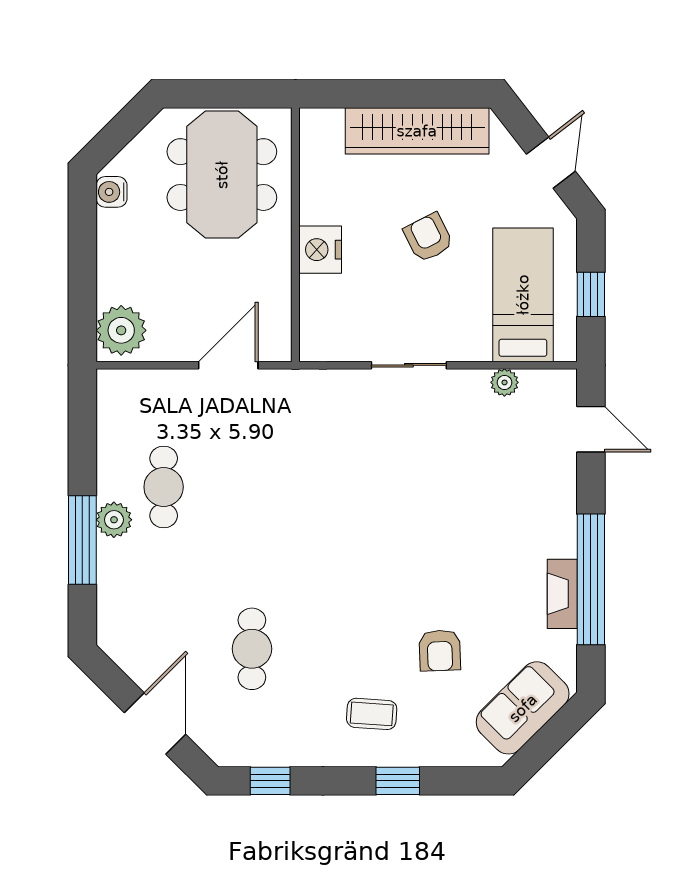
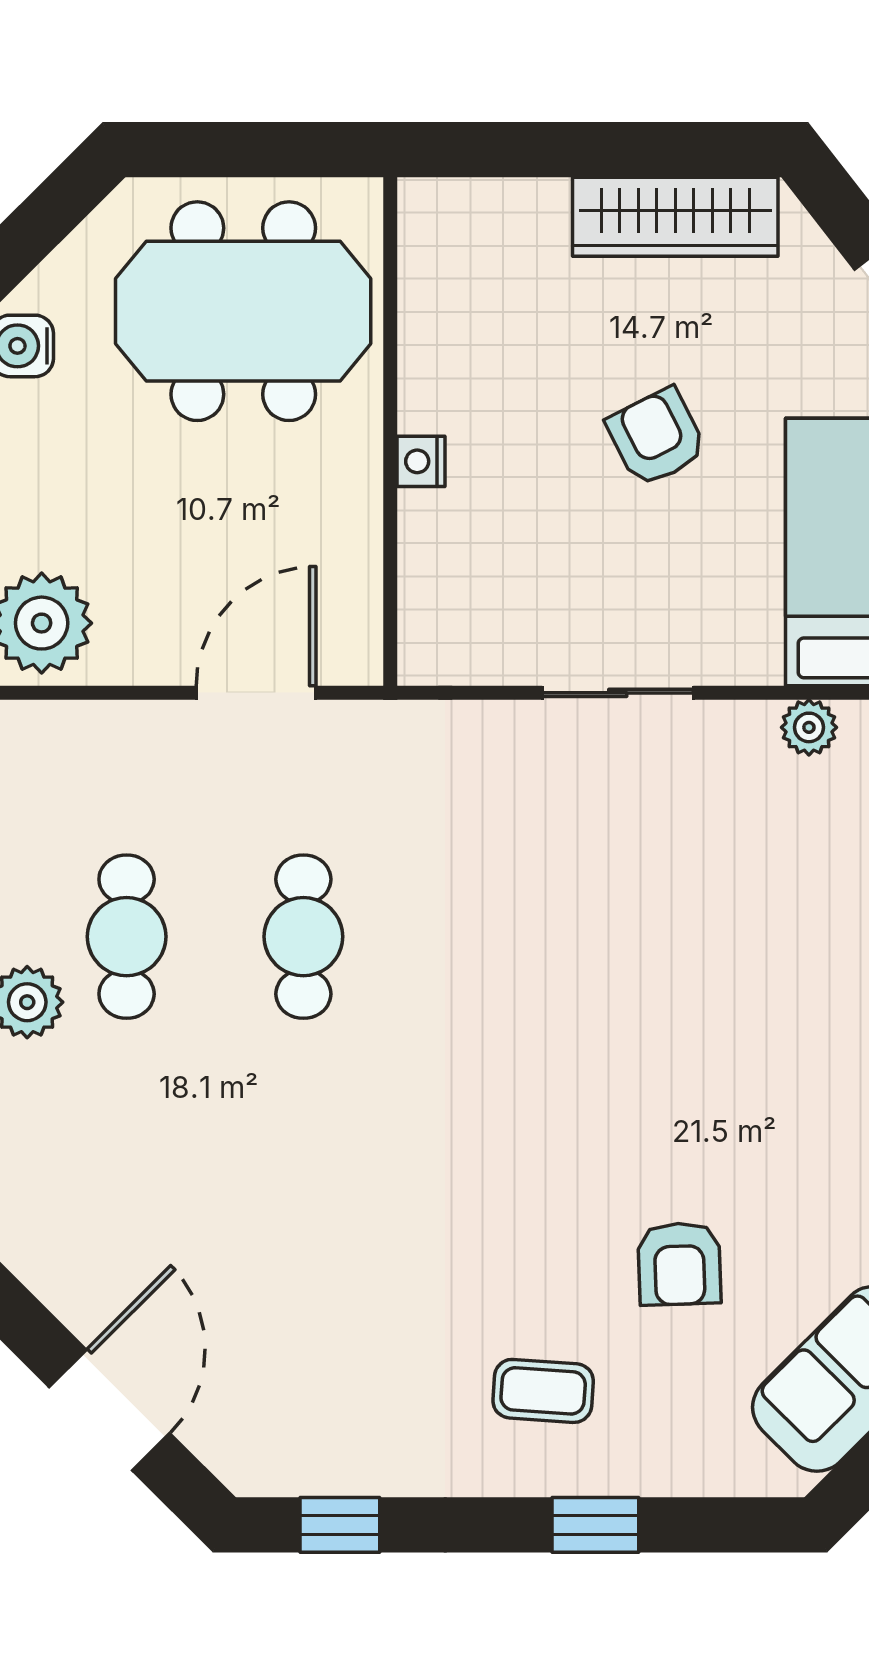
wardrobe: (417, 131) -> (675, 217), width x0.71, depth x0.85
meeting table: (222, 175) -> (243, 311), turned 90
nightstand: (320, 250) -> (421, 461), width x0.53, depth x0.56
cafe table: (252, 649) -> (303, 937), moved

